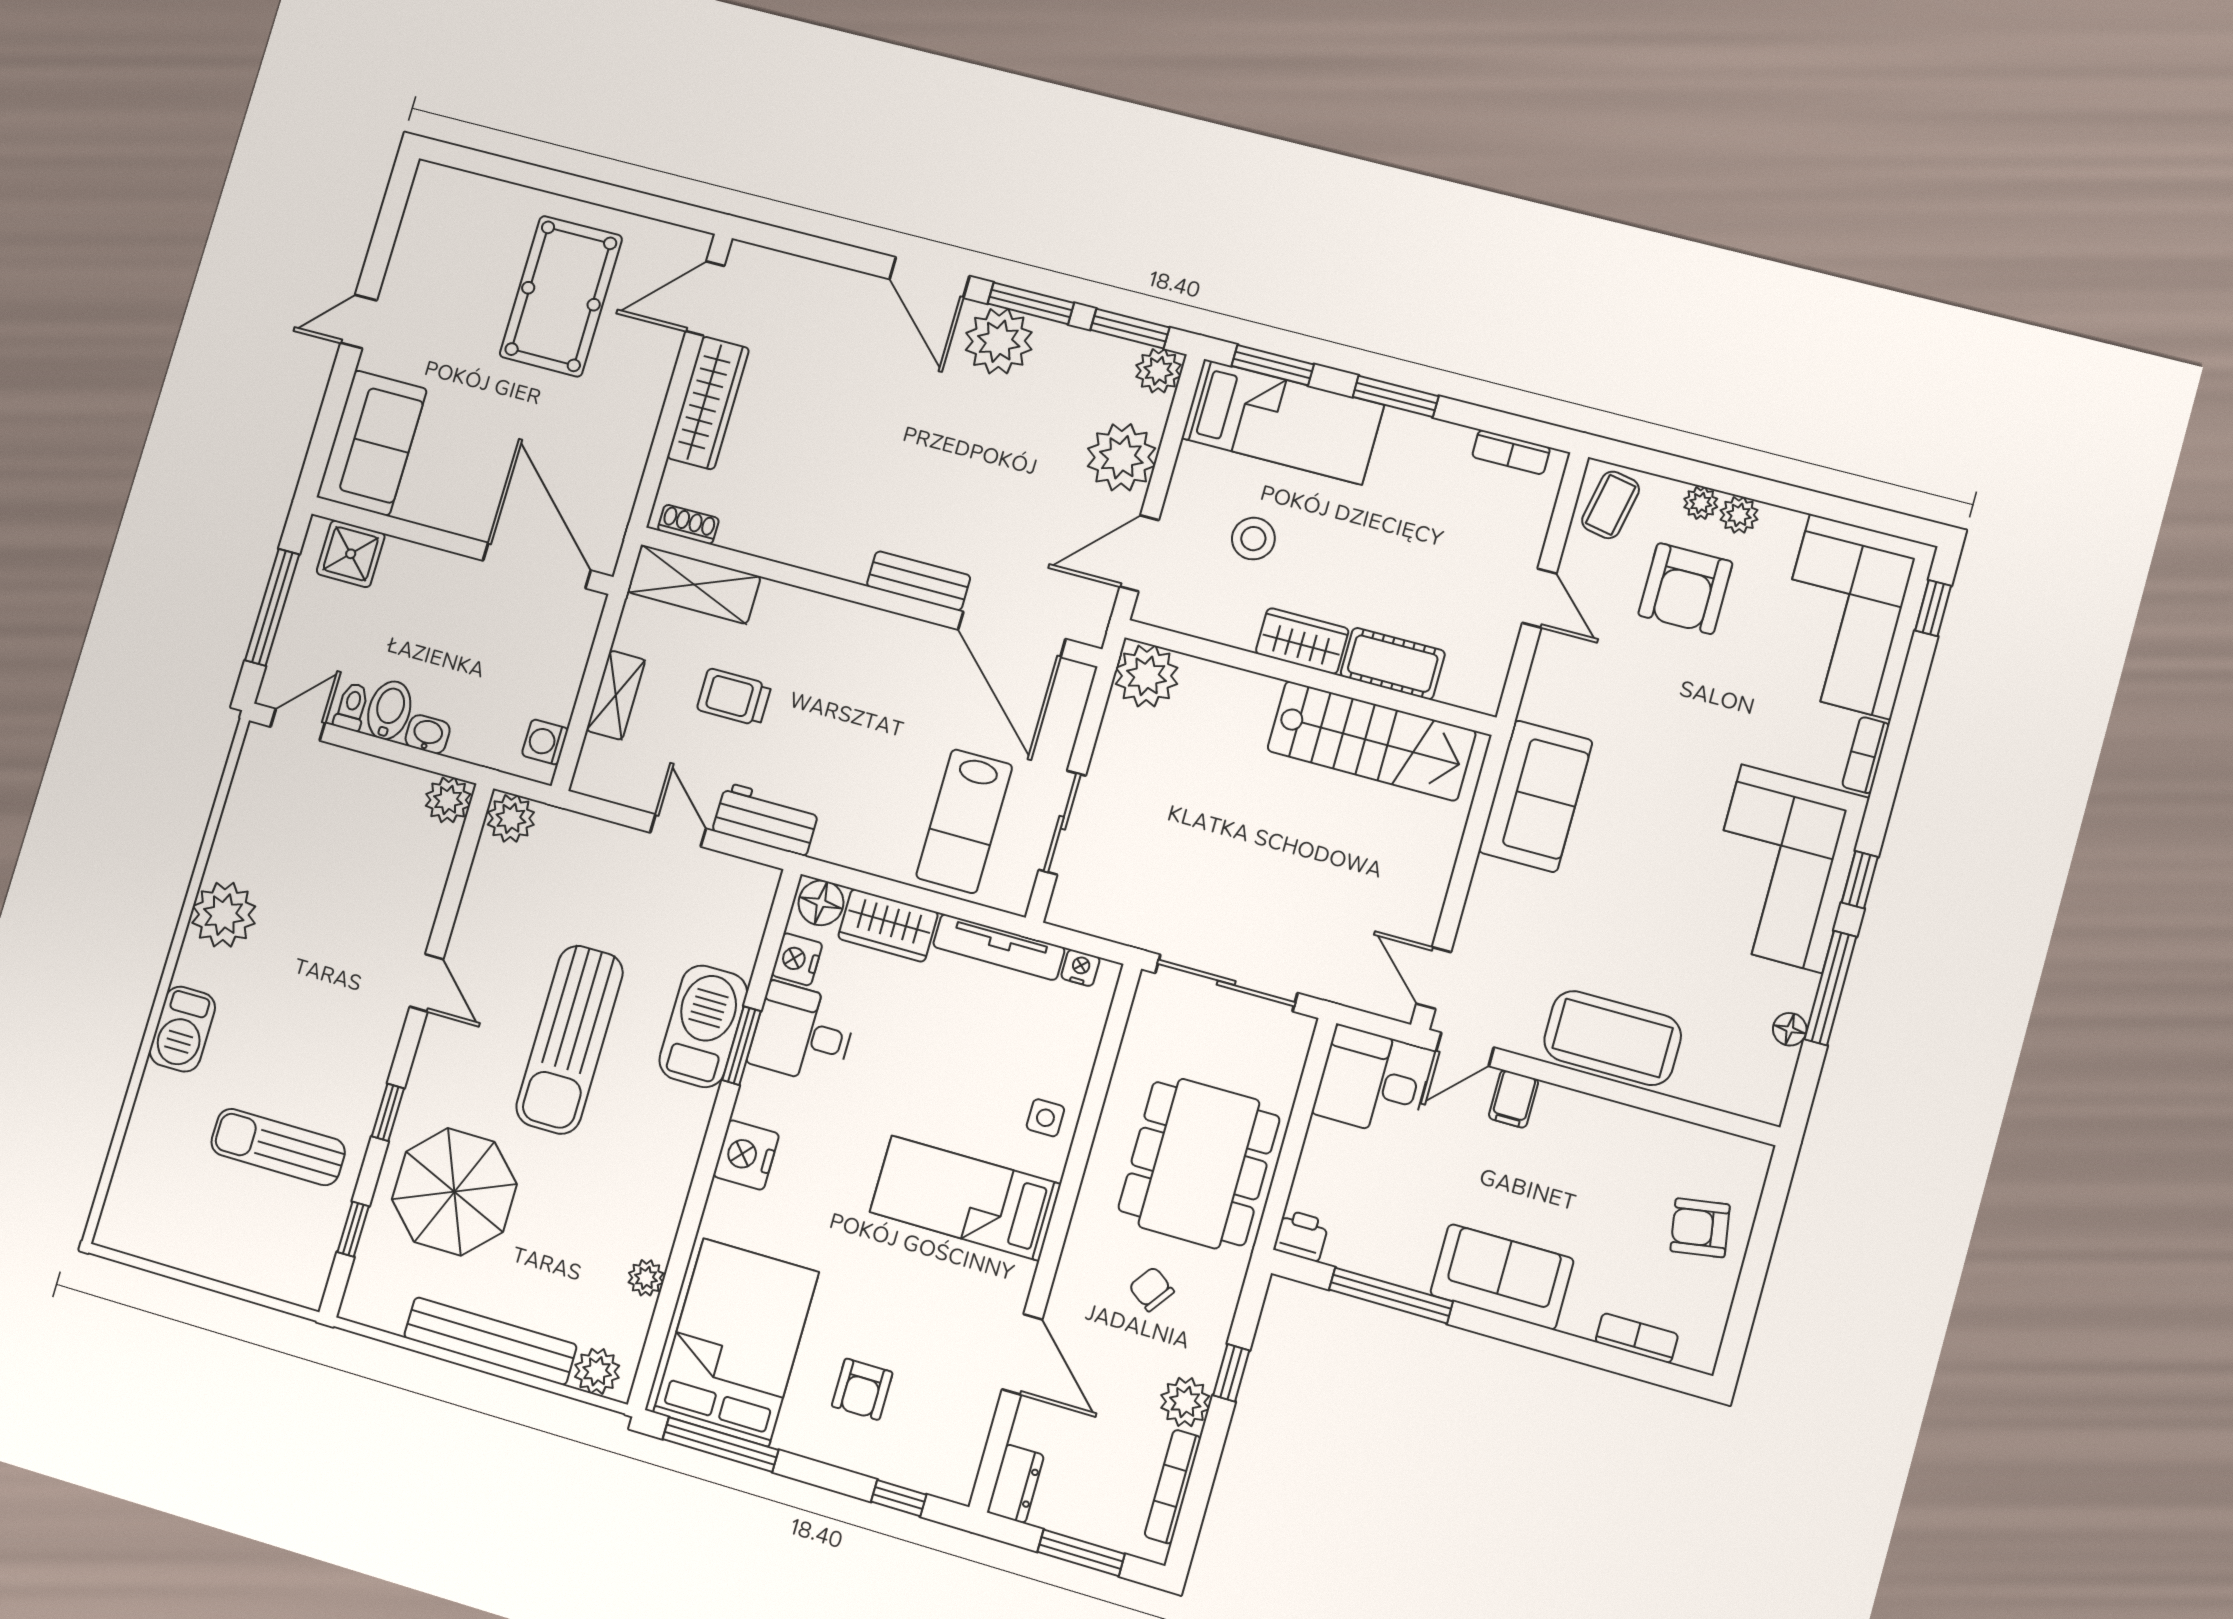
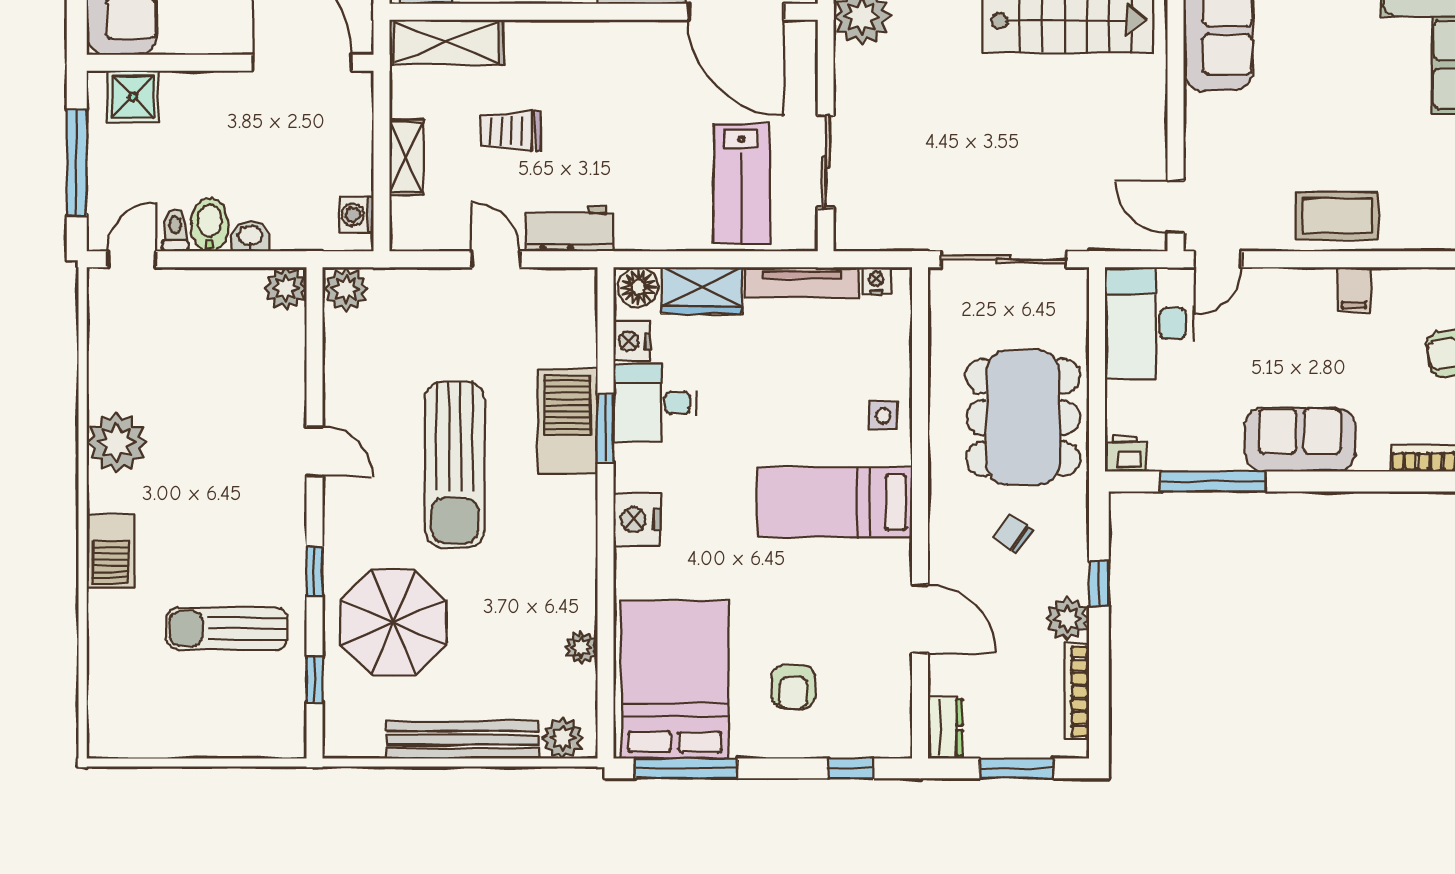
coffee table: (1613, 1038) -> (1337, 216), width x0.73, depth x0.76
desk: (1373, 1082) -> (1149, 323), width x1.37
filing cabinet: (1513, 1099) -> (1354, 289), moved

